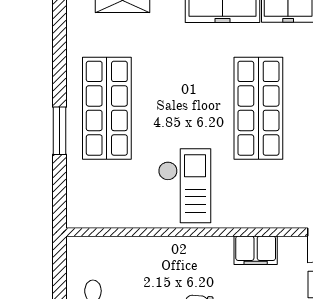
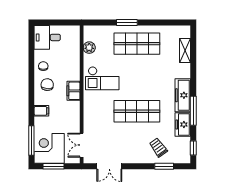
plant: (116, 215) -> (89, 48), added
filing cabinet: (256, 250) -> (73, 91), moved

